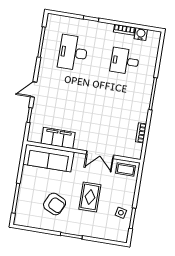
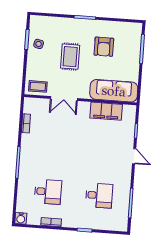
water cooler: (141, 34) -> (21, 218), moved
desk: (73, 53) -> (99, 195), width x0.73
door: (34, 89) -> (134, 156), hinge flipped
double door: (100, 155) -> (64, 99), swing flipped
armchair: (55, 204) -> (104, 47), turned -115

